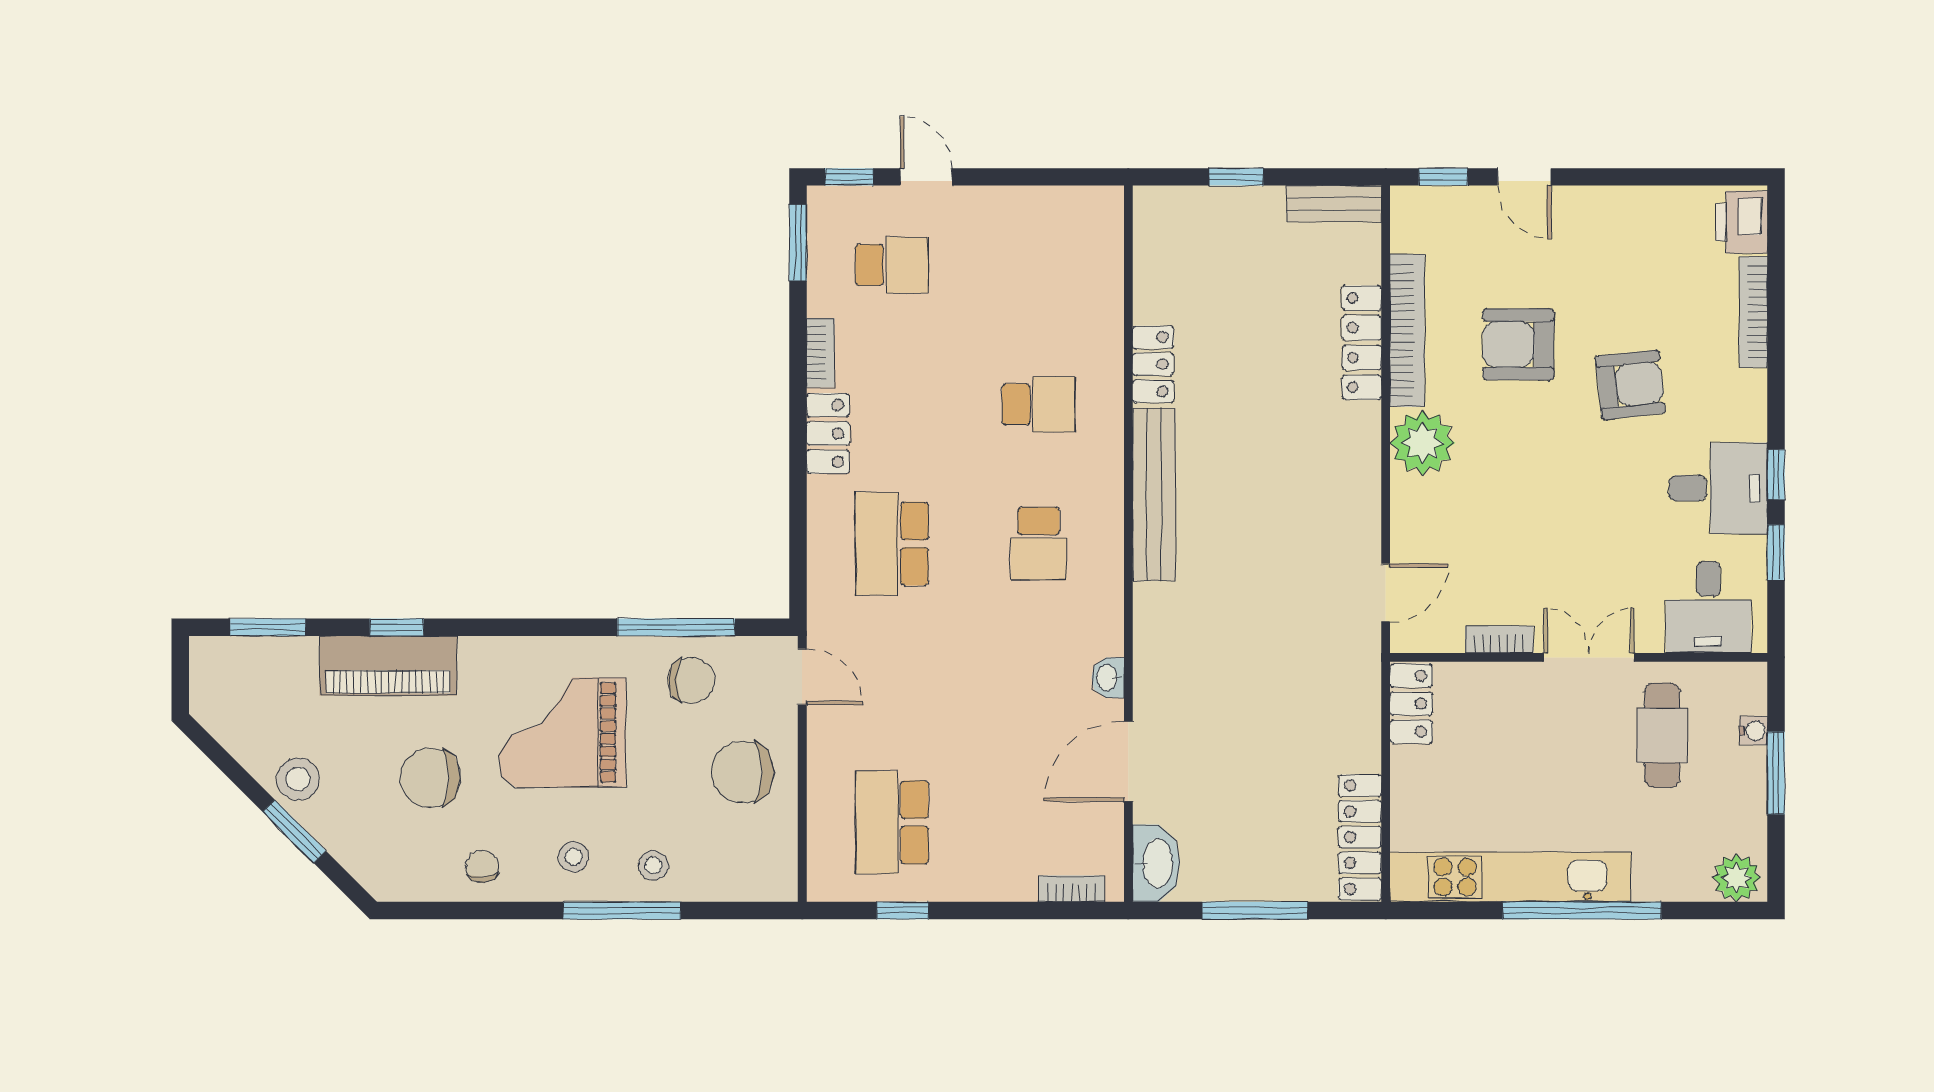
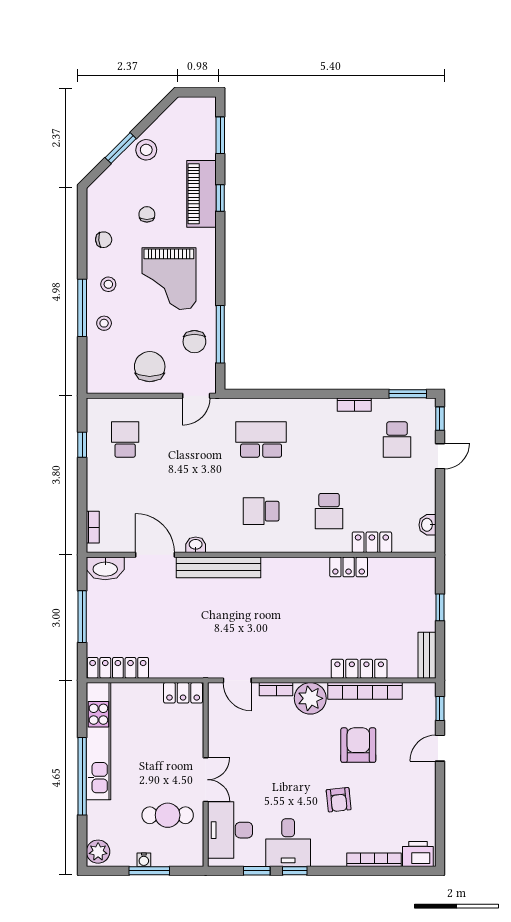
washbasin: (1067, 203) -> (427, 525), added
armchair: (1630, 385) -> (339, 800), width x0.72, depth x0.72
locker: (828, 433) -> (372, 542), moved, turned 180
bench: (1154, 495) -> (218, 567), moved
desk: (1708, 607) -> (230, 830), width x1.37
bookcase: (1499, 639) -> (276, 689), moved, turned 90
water cooler: (1753, 731) -> (144, 860), moved
grand piano: (562, 733) -> (169, 279), turned 180
chair: (430, 778) -> (147, 214), width x0.54, depth x0.54
school desk: (892, 822) -> (125, 440), width x0.54

